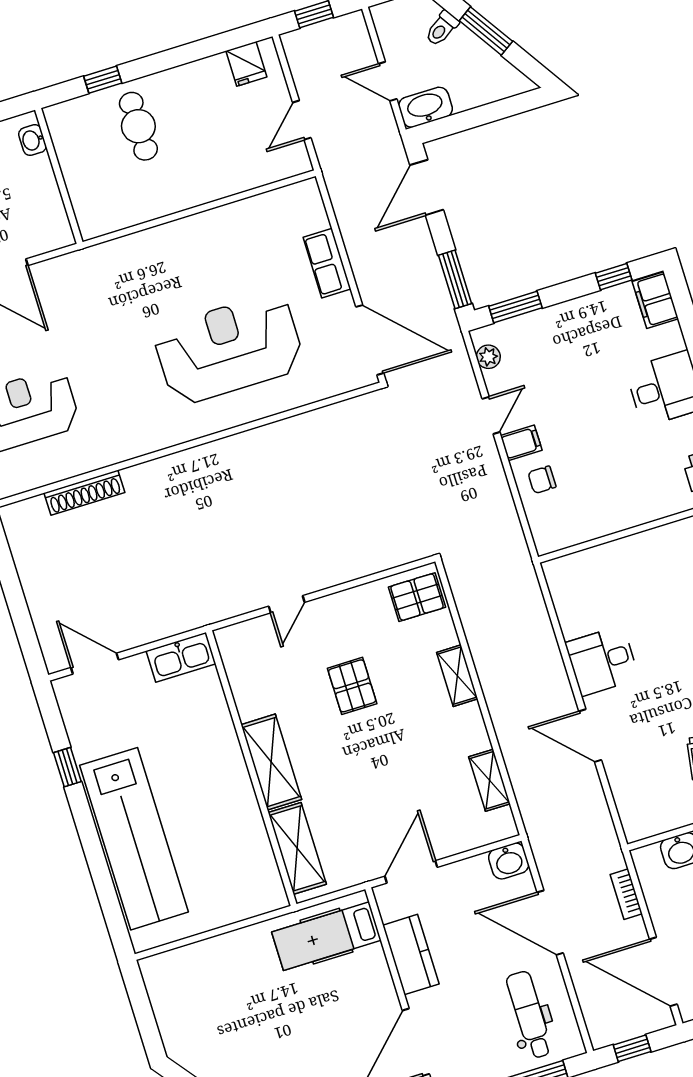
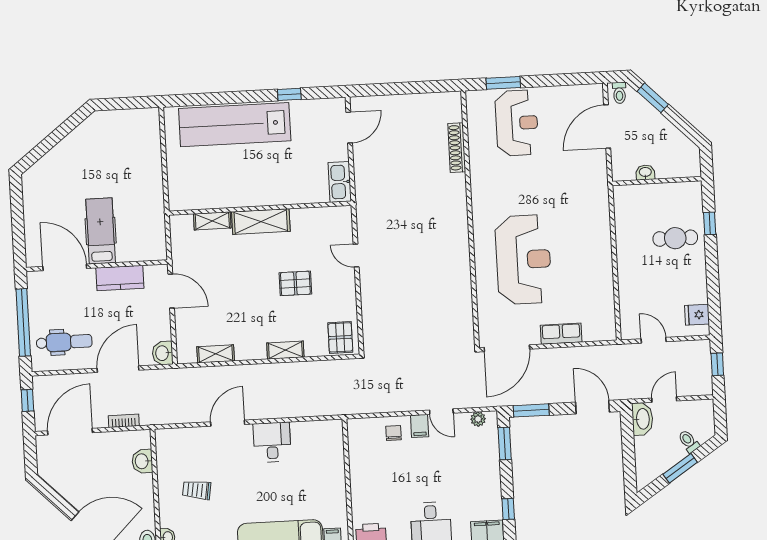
washbasin: (32, 140) -> (645, 172), moved
shelving: (297, 848) -> (212, 221), width x0.67, depth x0.75
hospital bed: (326, 936) -> (101, 231), moved

